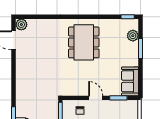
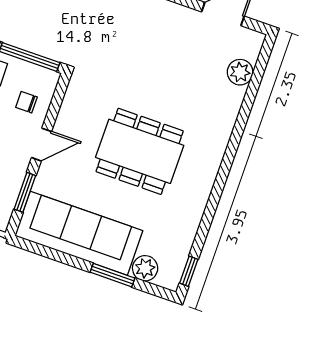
plant: (21, 25) -> (240, 72), moved
dining table: (84, 42) -> (140, 151), moved
sofa: (130, 81) -> (79, 233), width x1.85, depth x1.27

